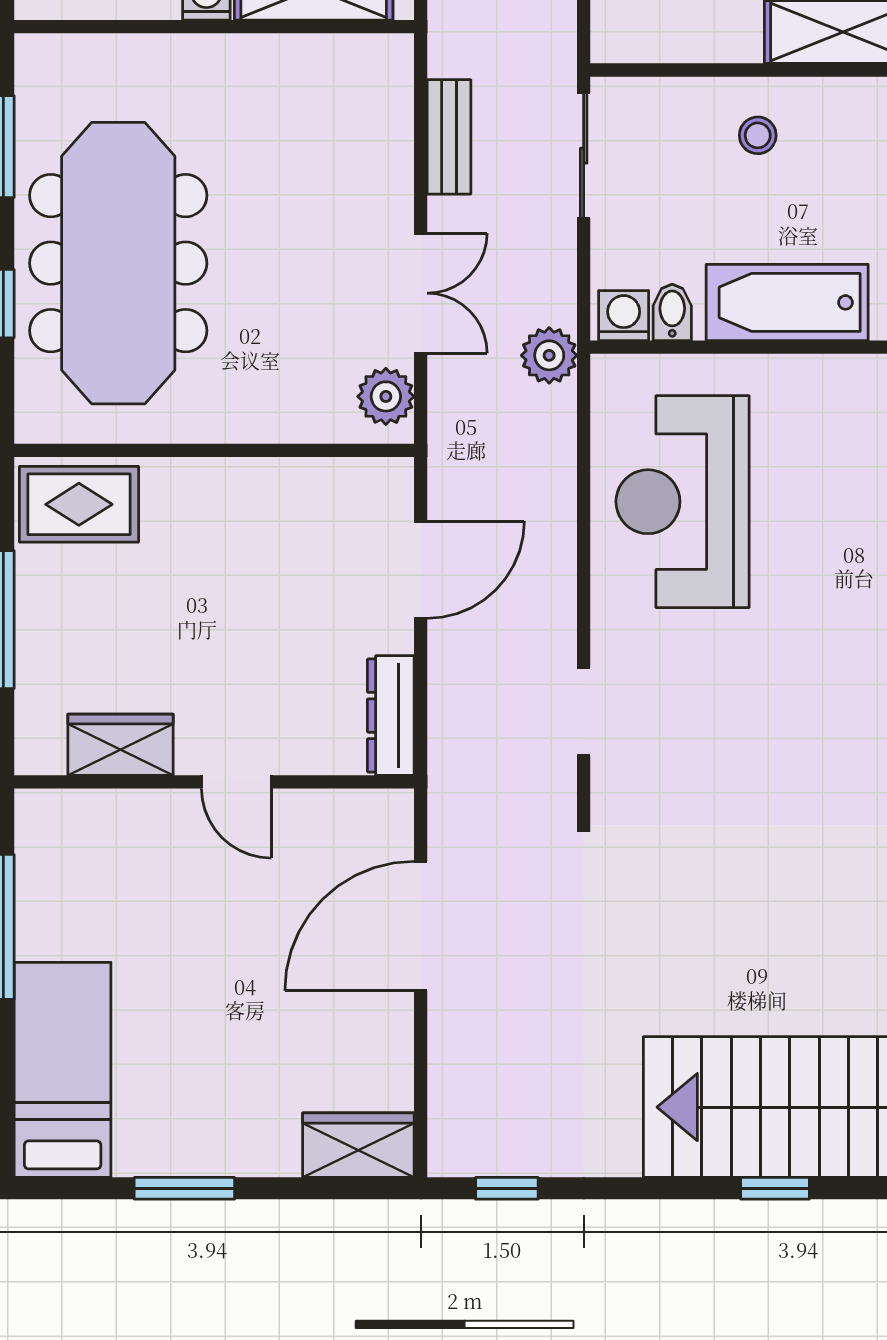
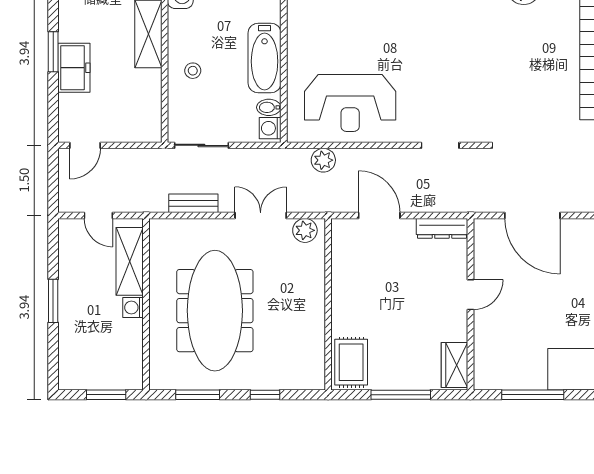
meeting table: (118, 263) -> (215, 311), moved, turned 90
plant: (549, 355) -> (323, 160), moved
wardrobe: (120, 745) -> (455, 365), moved

